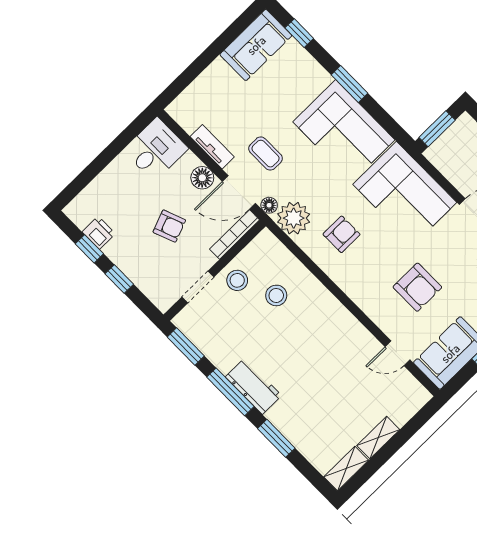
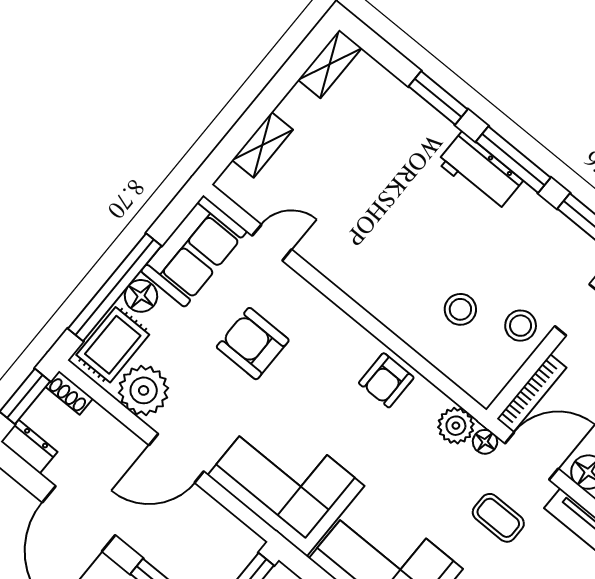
plant: (294, 218) -> (456, 426), width x0.73, depth x0.73
armchair: (341, 234) -> (386, 380), moved
shelving: (378, 438) -> (262, 145), moved

